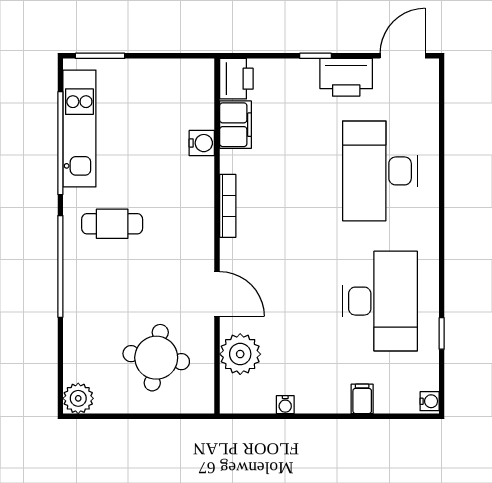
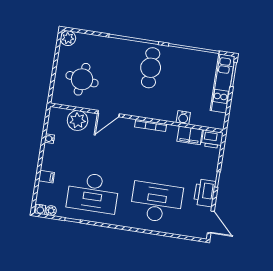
kitchen unit: (79, 129) -> (223, 83), moved, turned 90
cafe table: (112, 224) -> (151, 68), width x1.37, depth x1.35
plant: (429, 379) -> (51, 211), added

